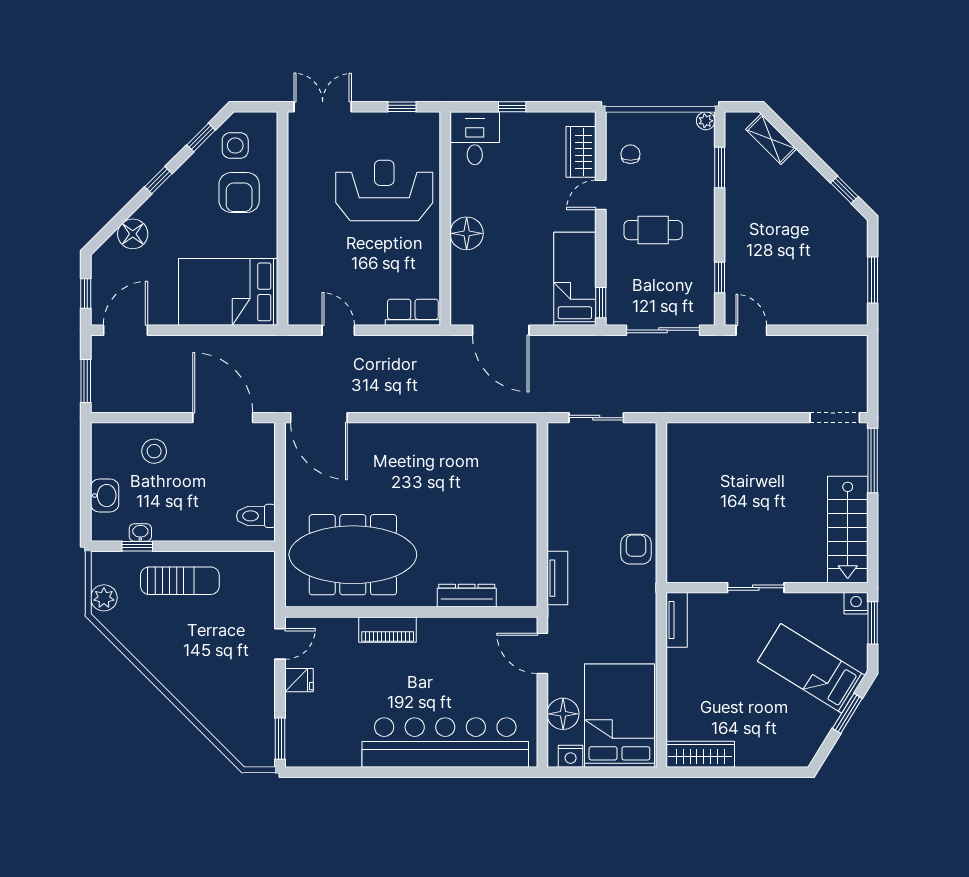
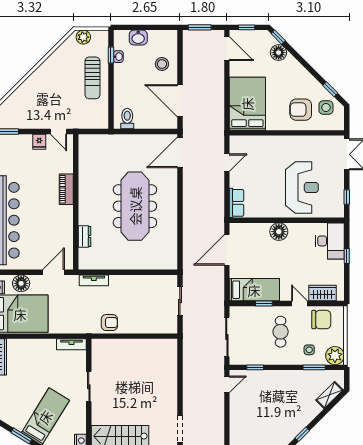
plant: (706, 121) -> (335, 356), width x1.88, depth x1.88
desk: (475, 138) -> (330, 241), width x1.37
chair: (630, 154) -> (321, 320), width x1.87, depth x1.87
side table: (687, 177) -> (309, 350), added
window: (158, 180) -> (278, 37), moved
window: (601, 303) -> (264, 304), moved
door: (223, 418) -> (180, 101), swing flipped
meeting table: (353, 555) -> (135, 206), moved
dresser: (467, 596) -> (85, 236), width x0.70

